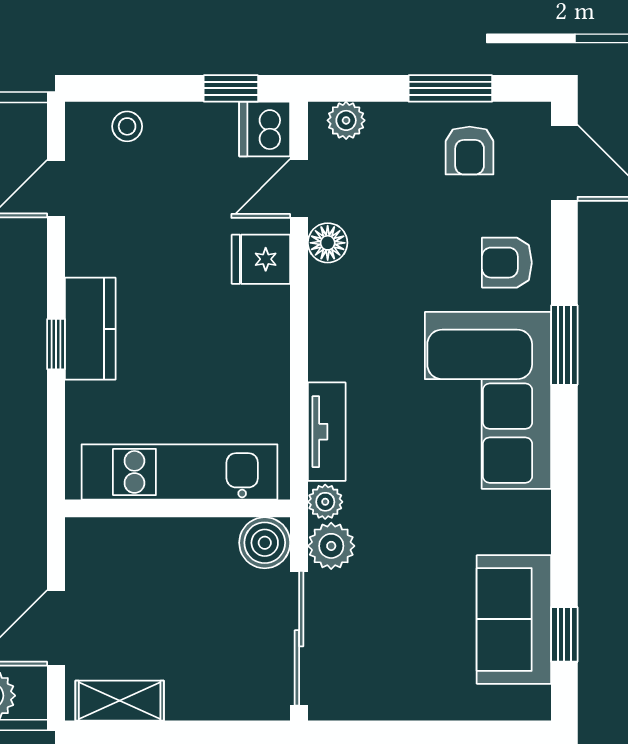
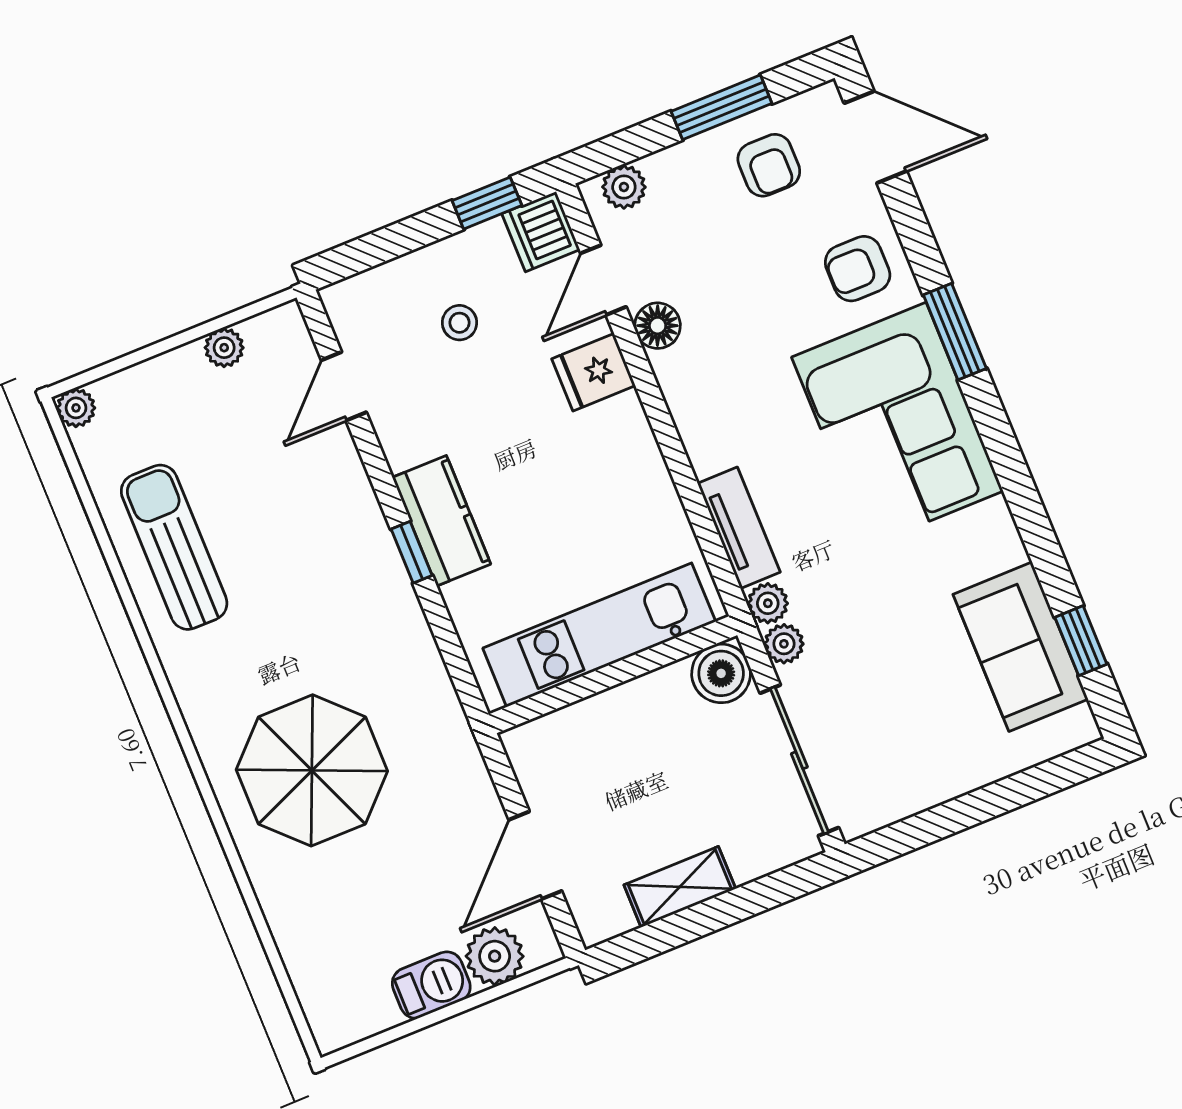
stool: (127, 126) -> (459, 323), moved
plant: (331, 546) -> (784, 644), width x0.73, depth x0.73
shelving: (120, 701) -> (680, 887), moved

